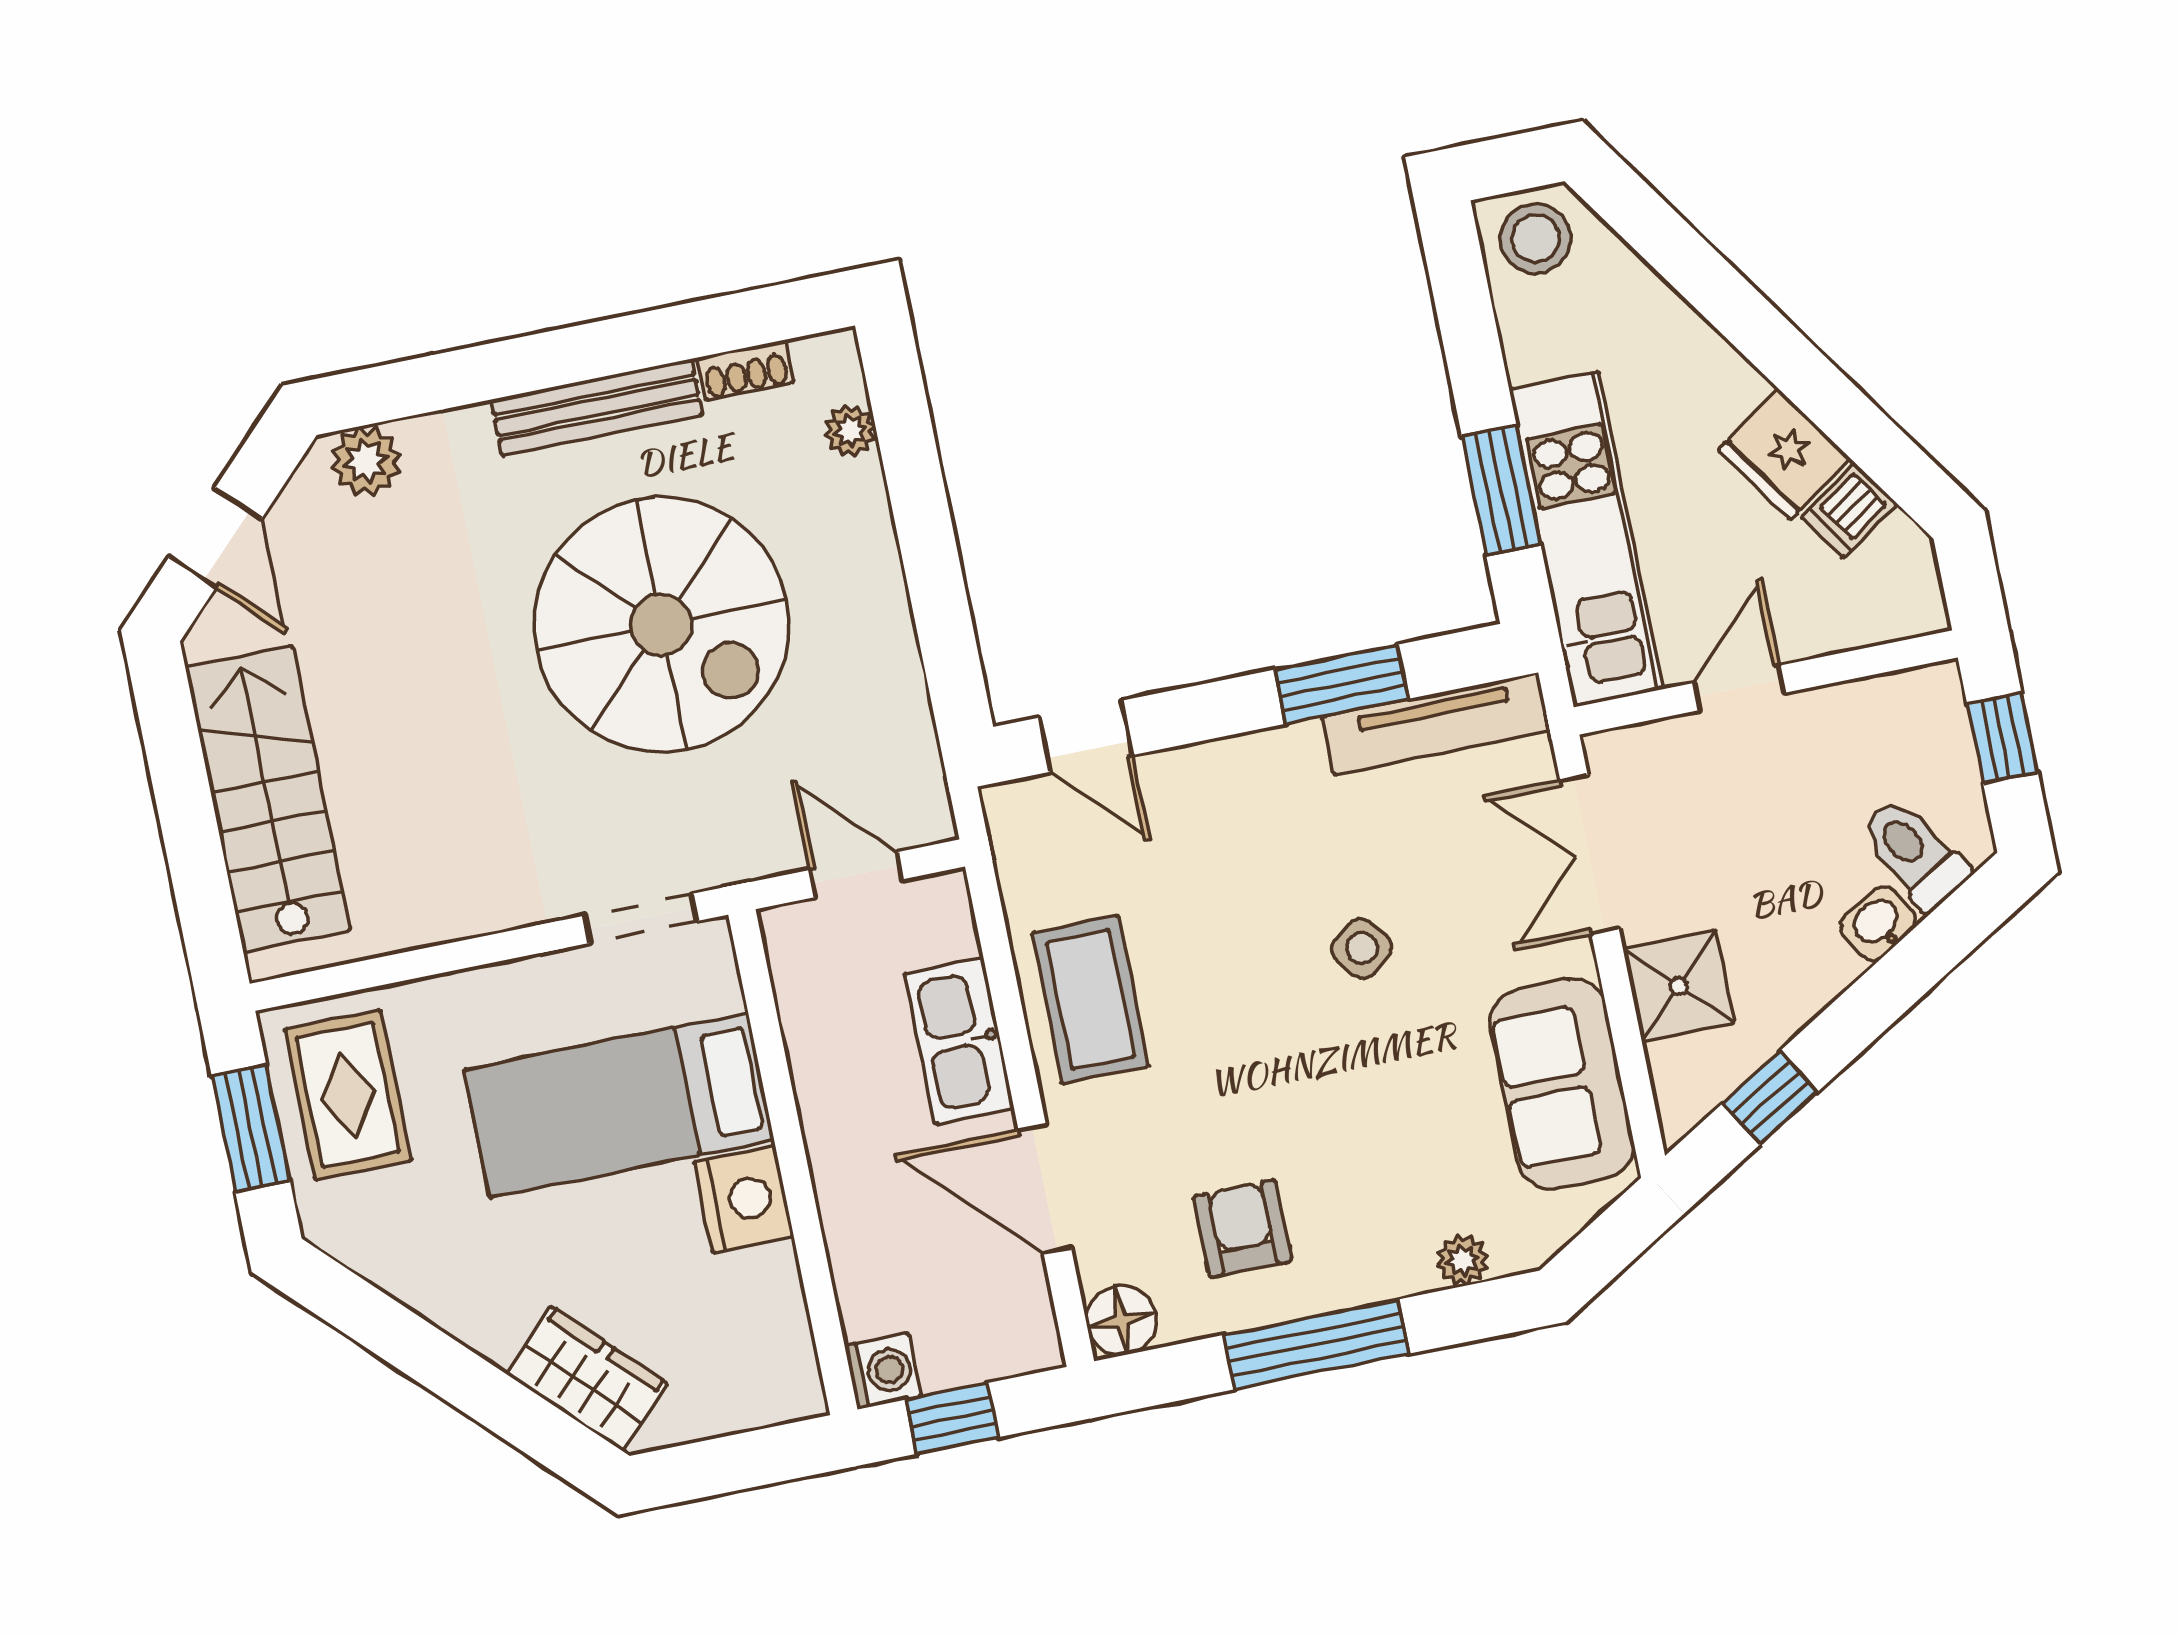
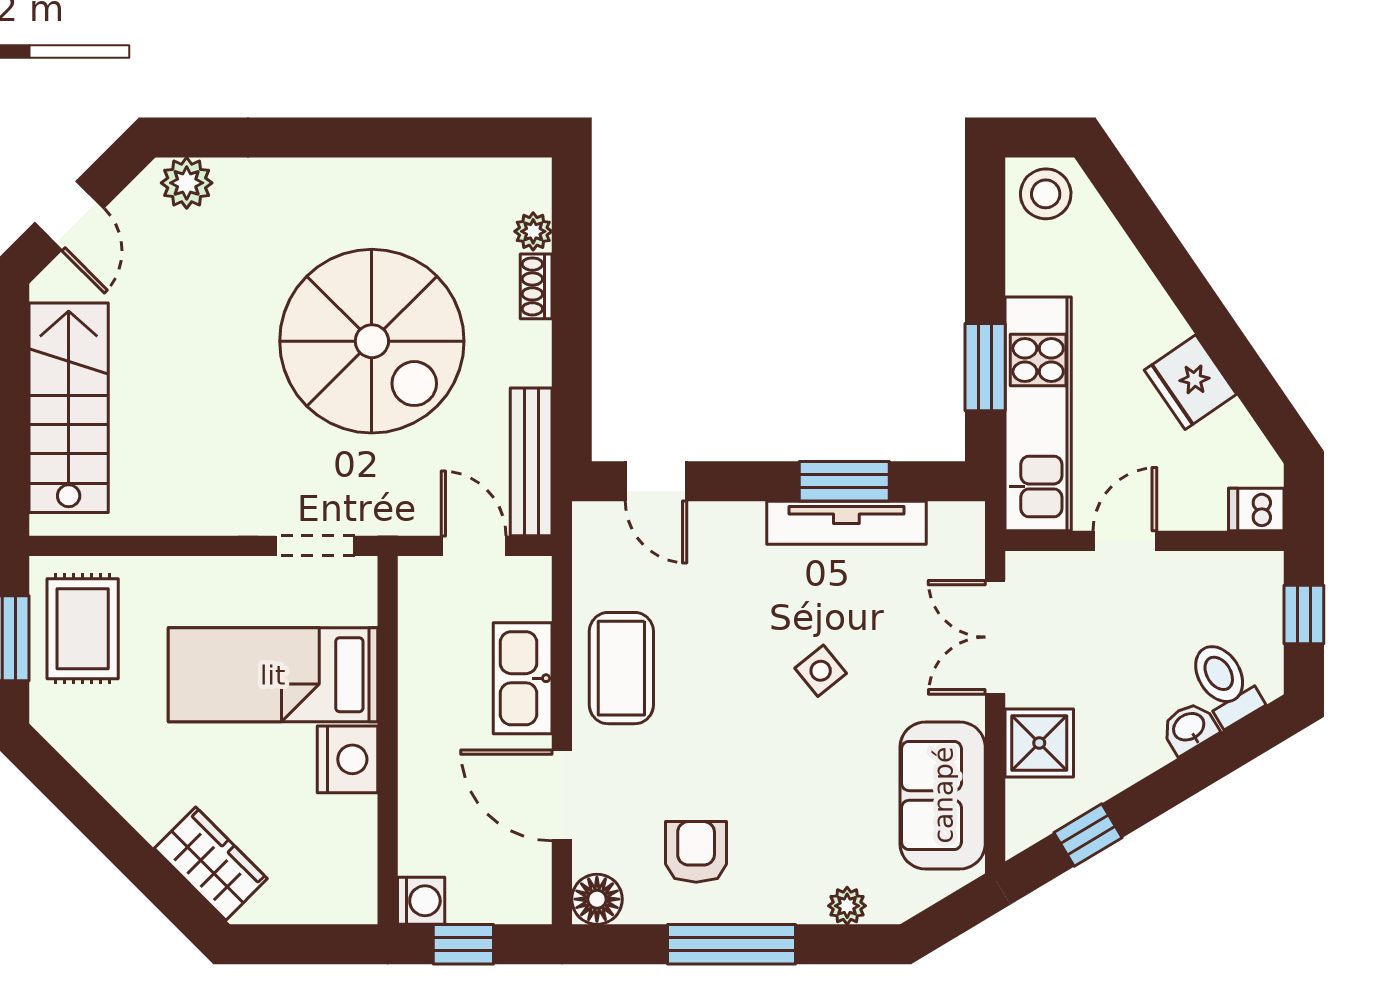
shoe rack: (745, 370) -> (536, 286), moved, turned 90
bench: (597, 407) -> (531, 462), moved, turned 90
dishwasher: (1849, 510) -> (1256, 510), moved, turned 34
tv unit: (1436, 724) -> (846, 523), moved

